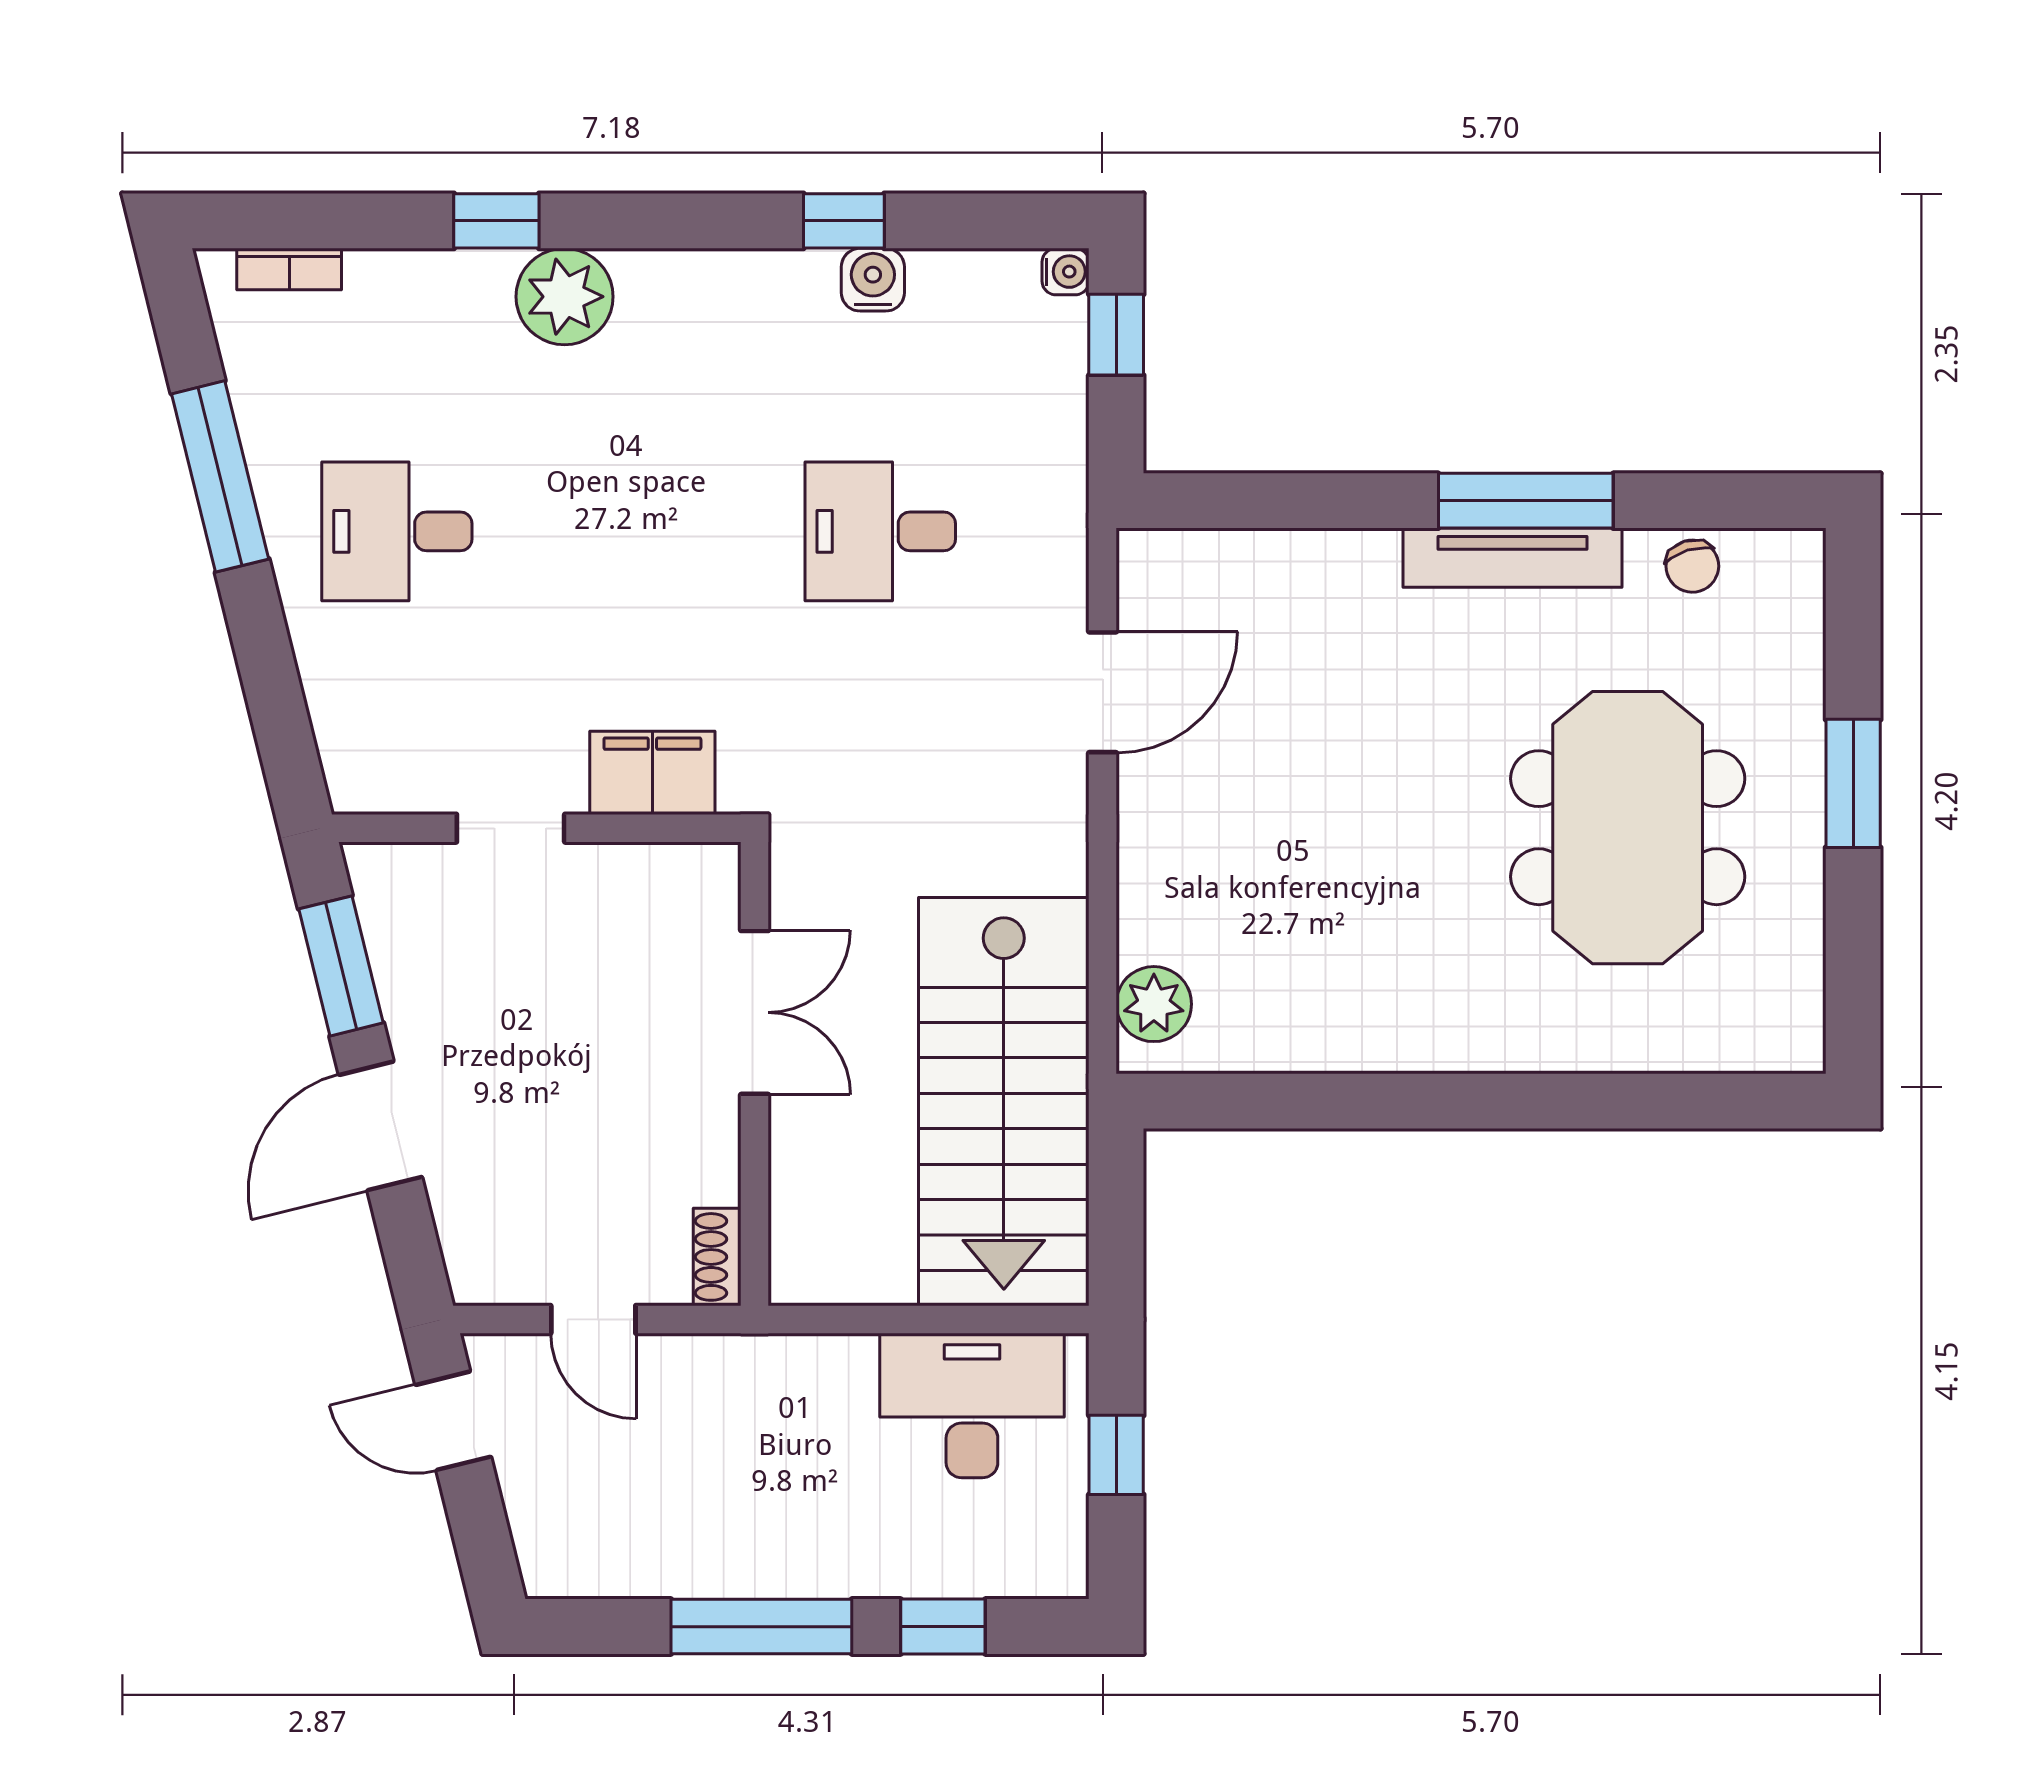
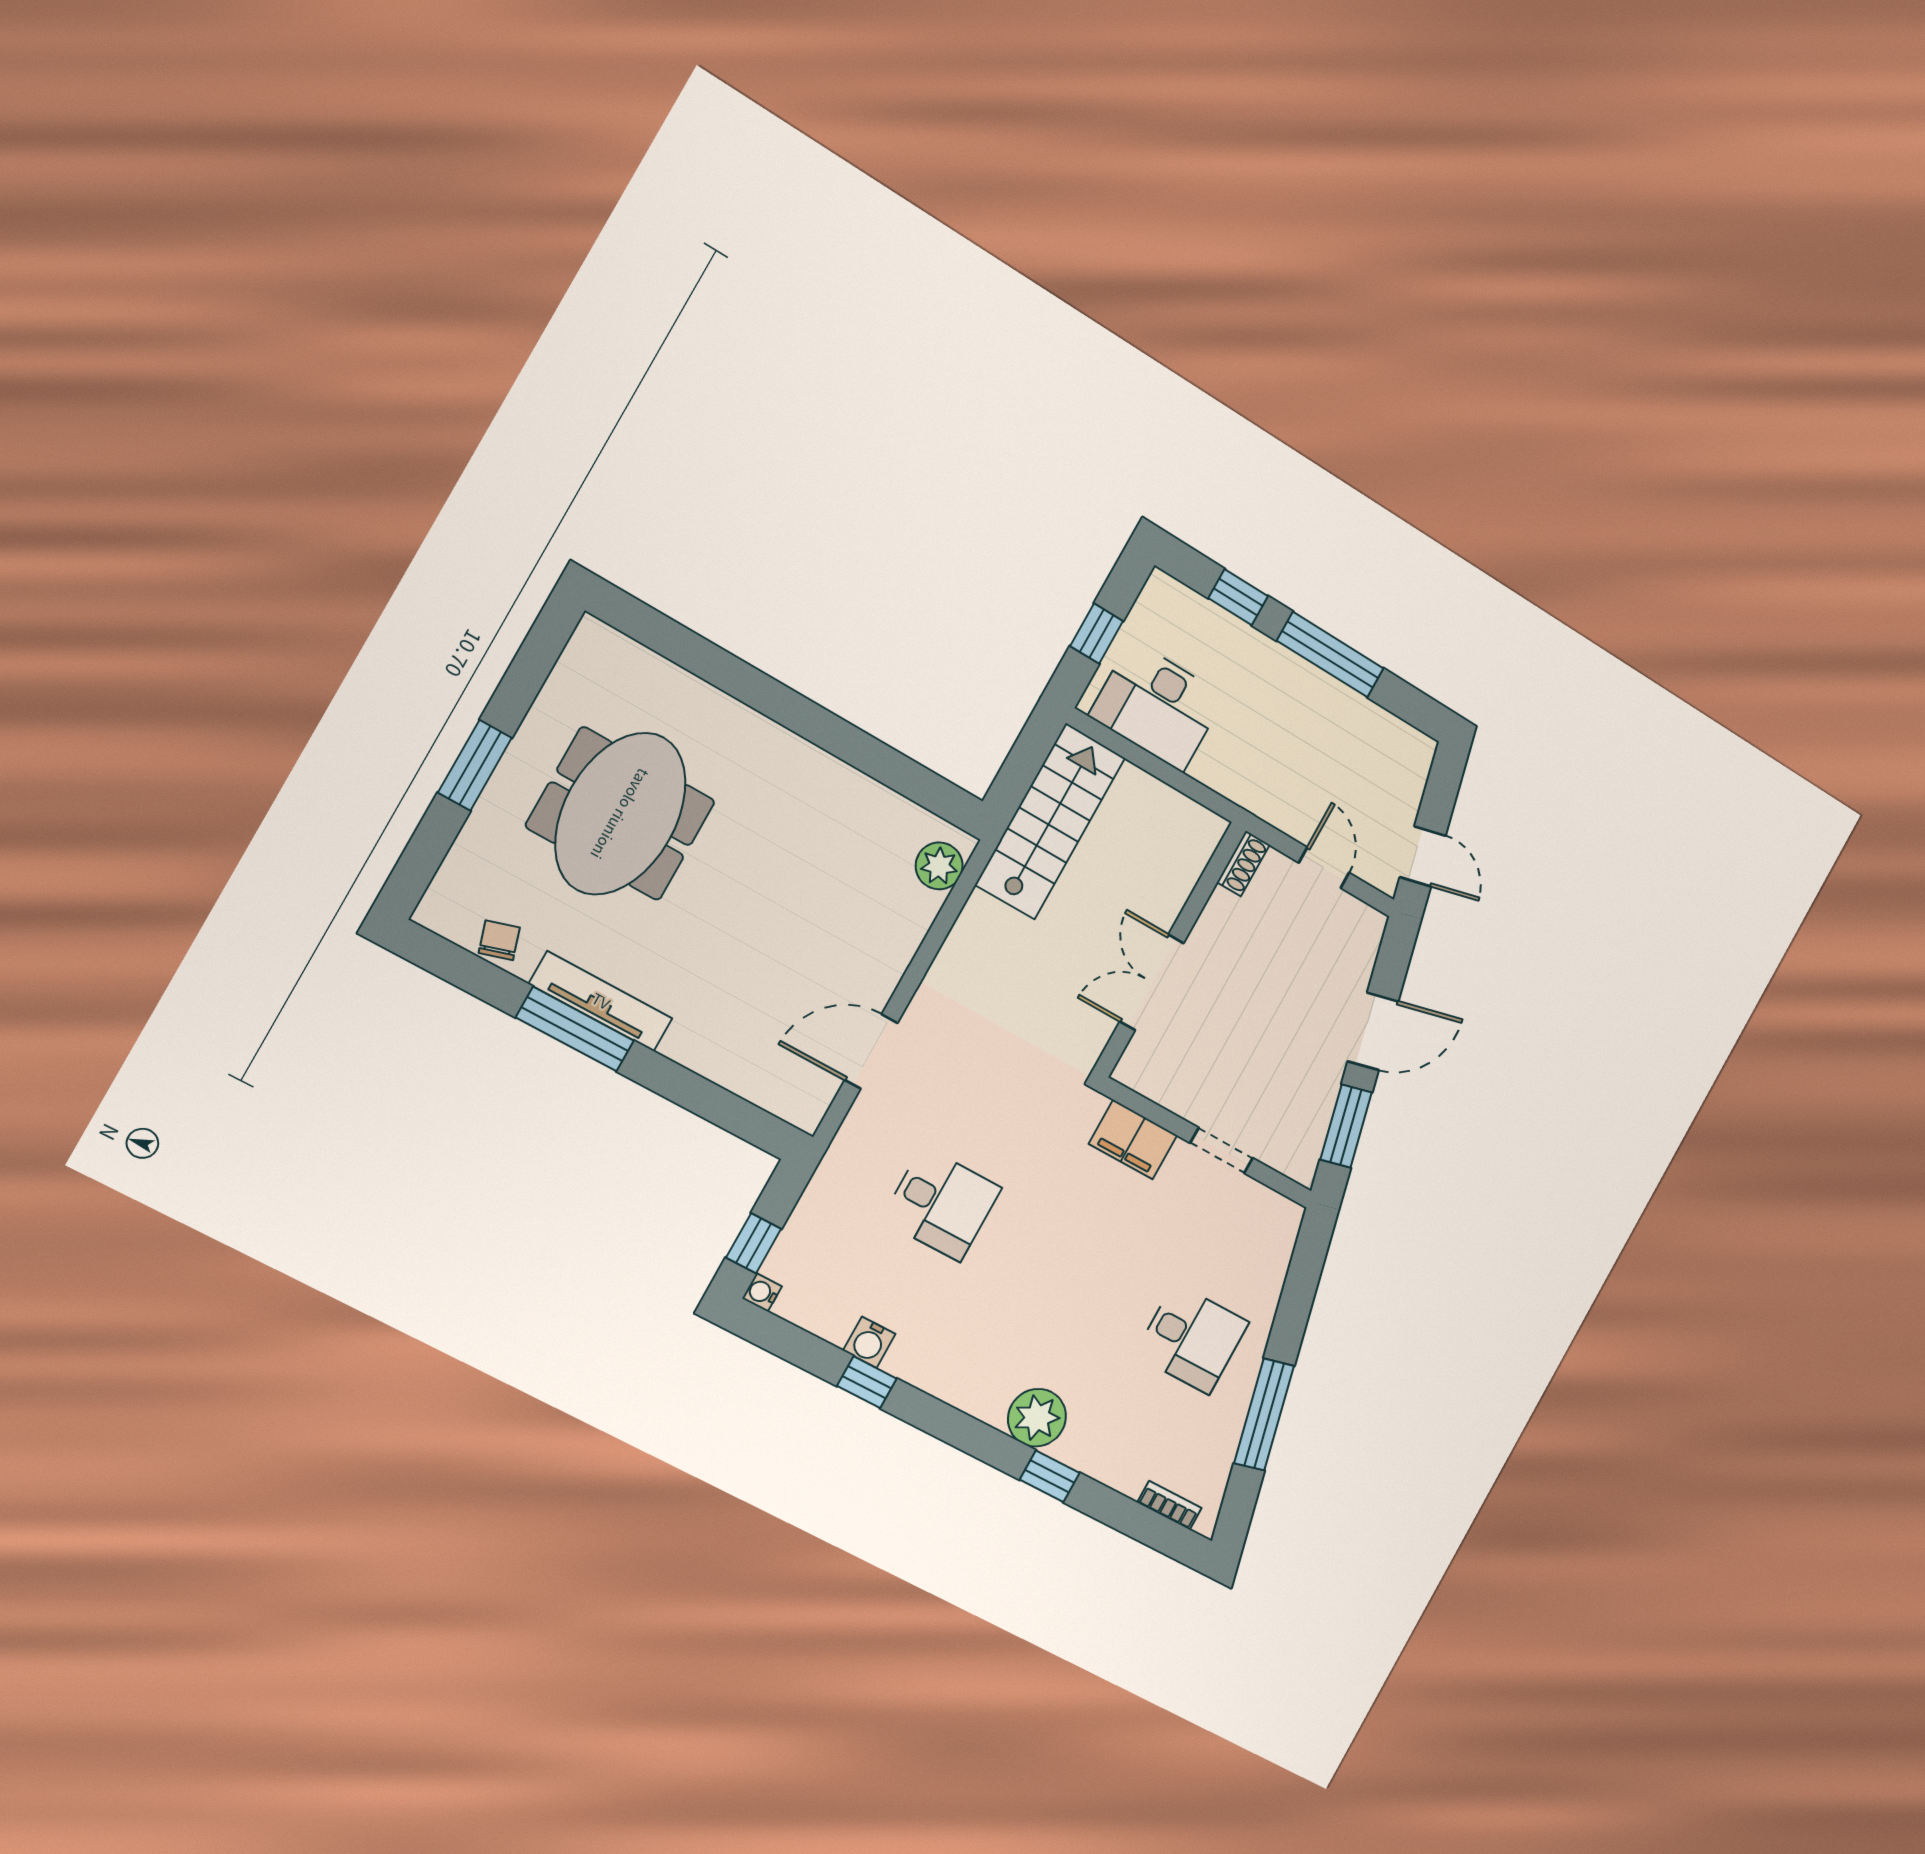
stairs: (1004, 1102) -> (1050, 821), width x0.73, depth x0.66

